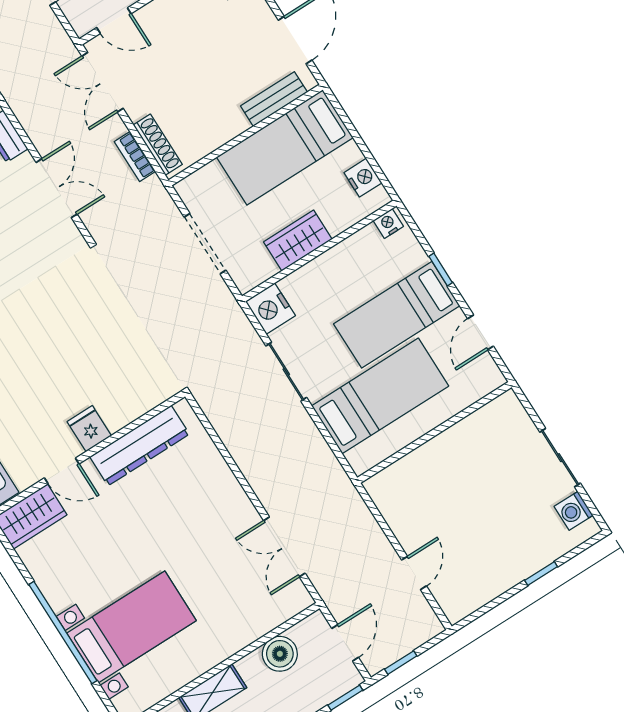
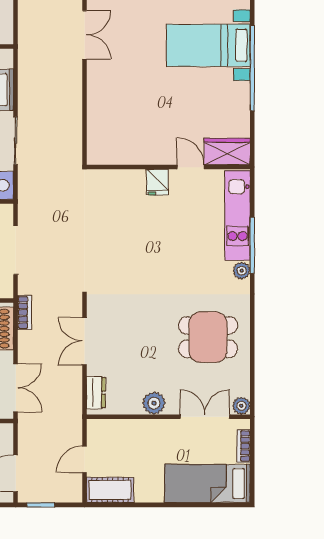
bookcase: (135, 156) -> (25, 312), moved
dresser: (140, 446) -> (133, 152), removed

